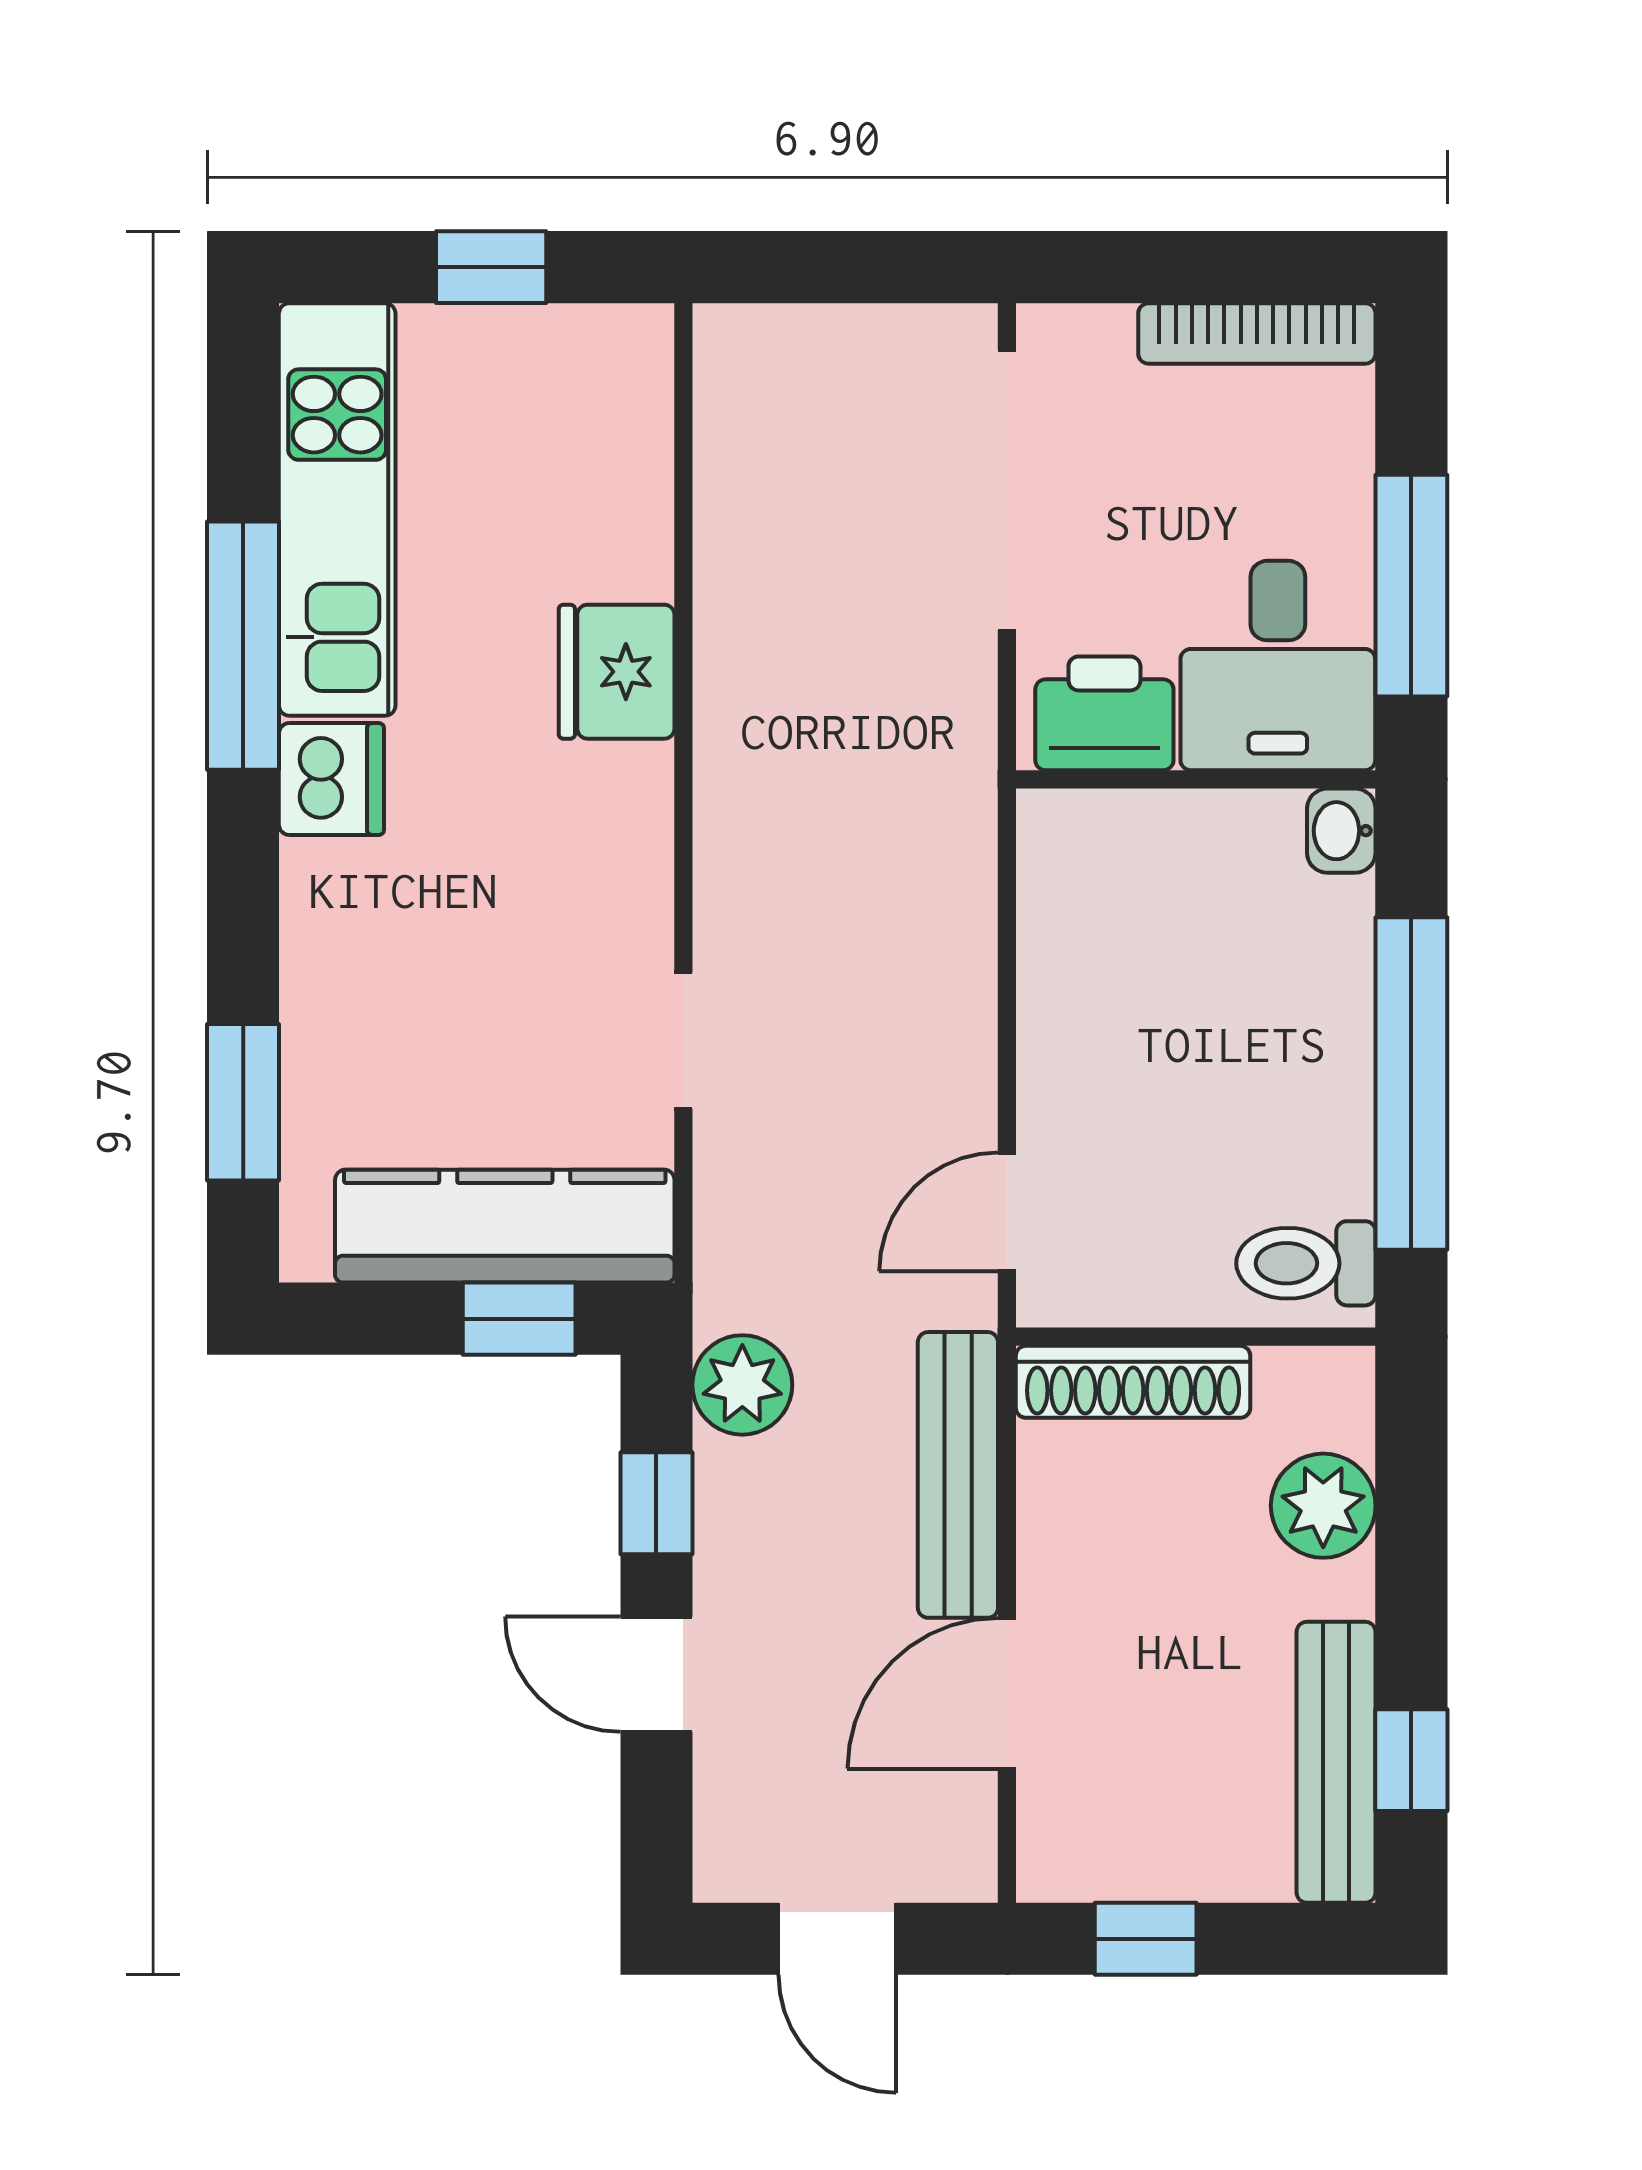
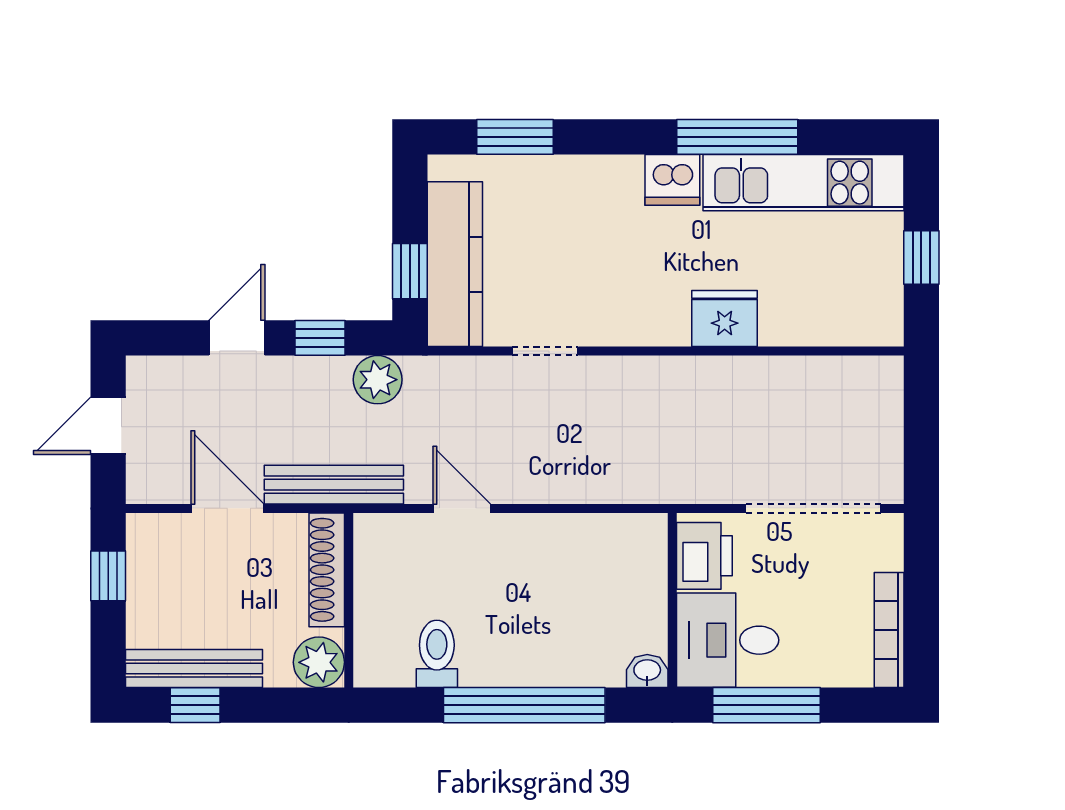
wall: (1196, 1337) -> (349, 600), moved
shoe rack: (1133, 1382) -> (327, 570), moved

